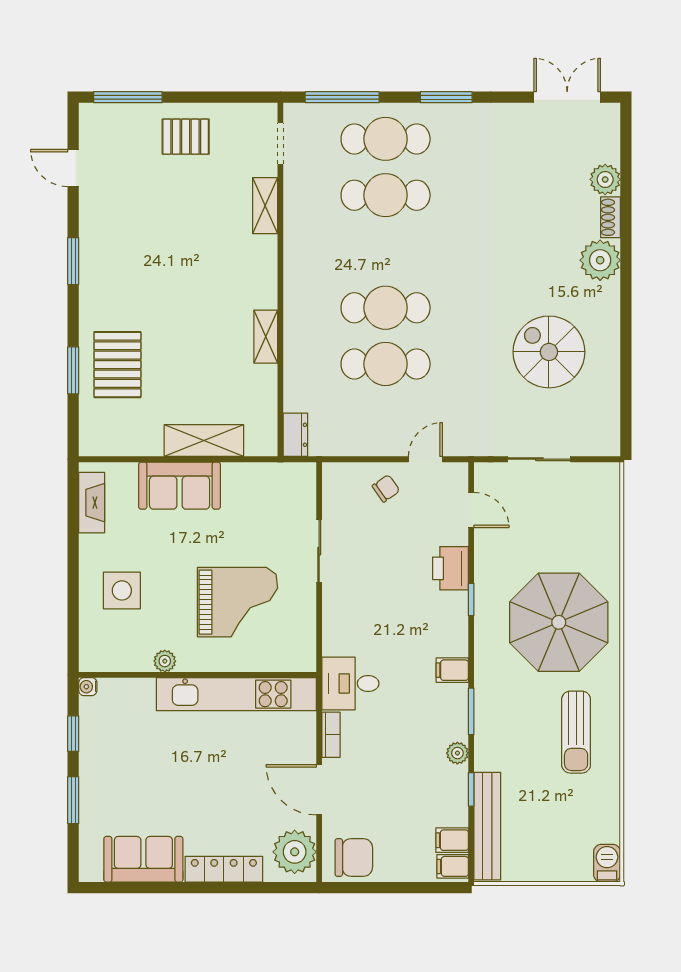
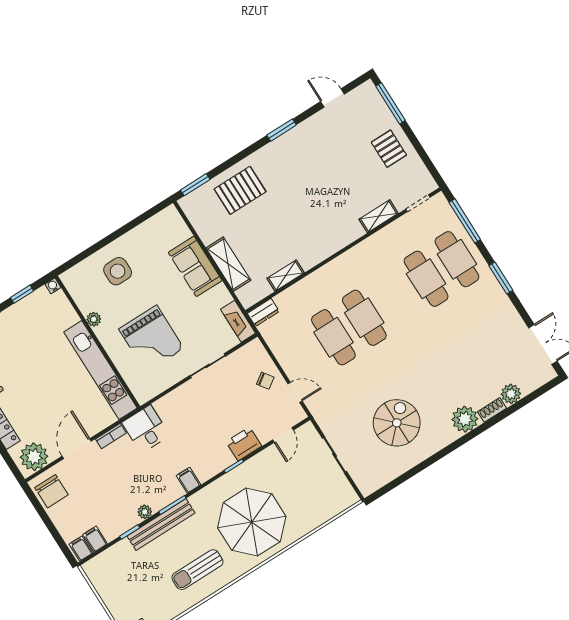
door: (73, 168) -> (333, 98), hinge flipped
shelving: (266, 337) -> (286, 276), moved
window: (73, 370) -> (195, 185), moved
fireplace: (92, 503) -> (238, 321), moved, turned 90
bench: (487, 826) -> (161, 525), moved

